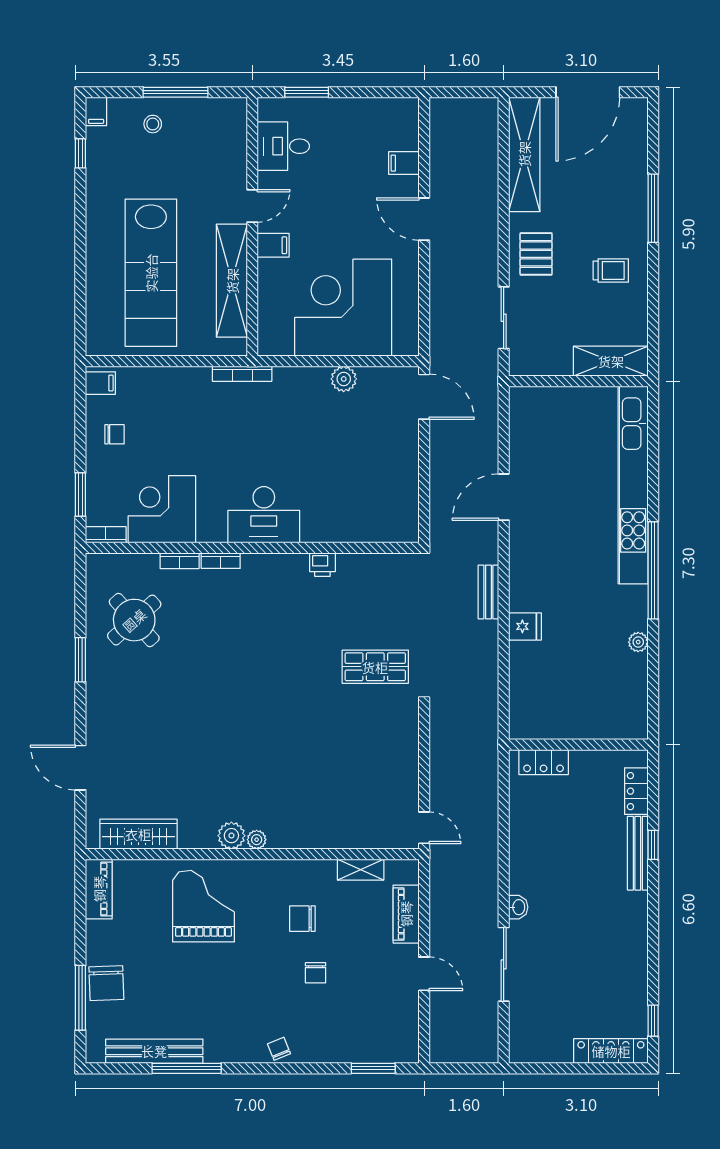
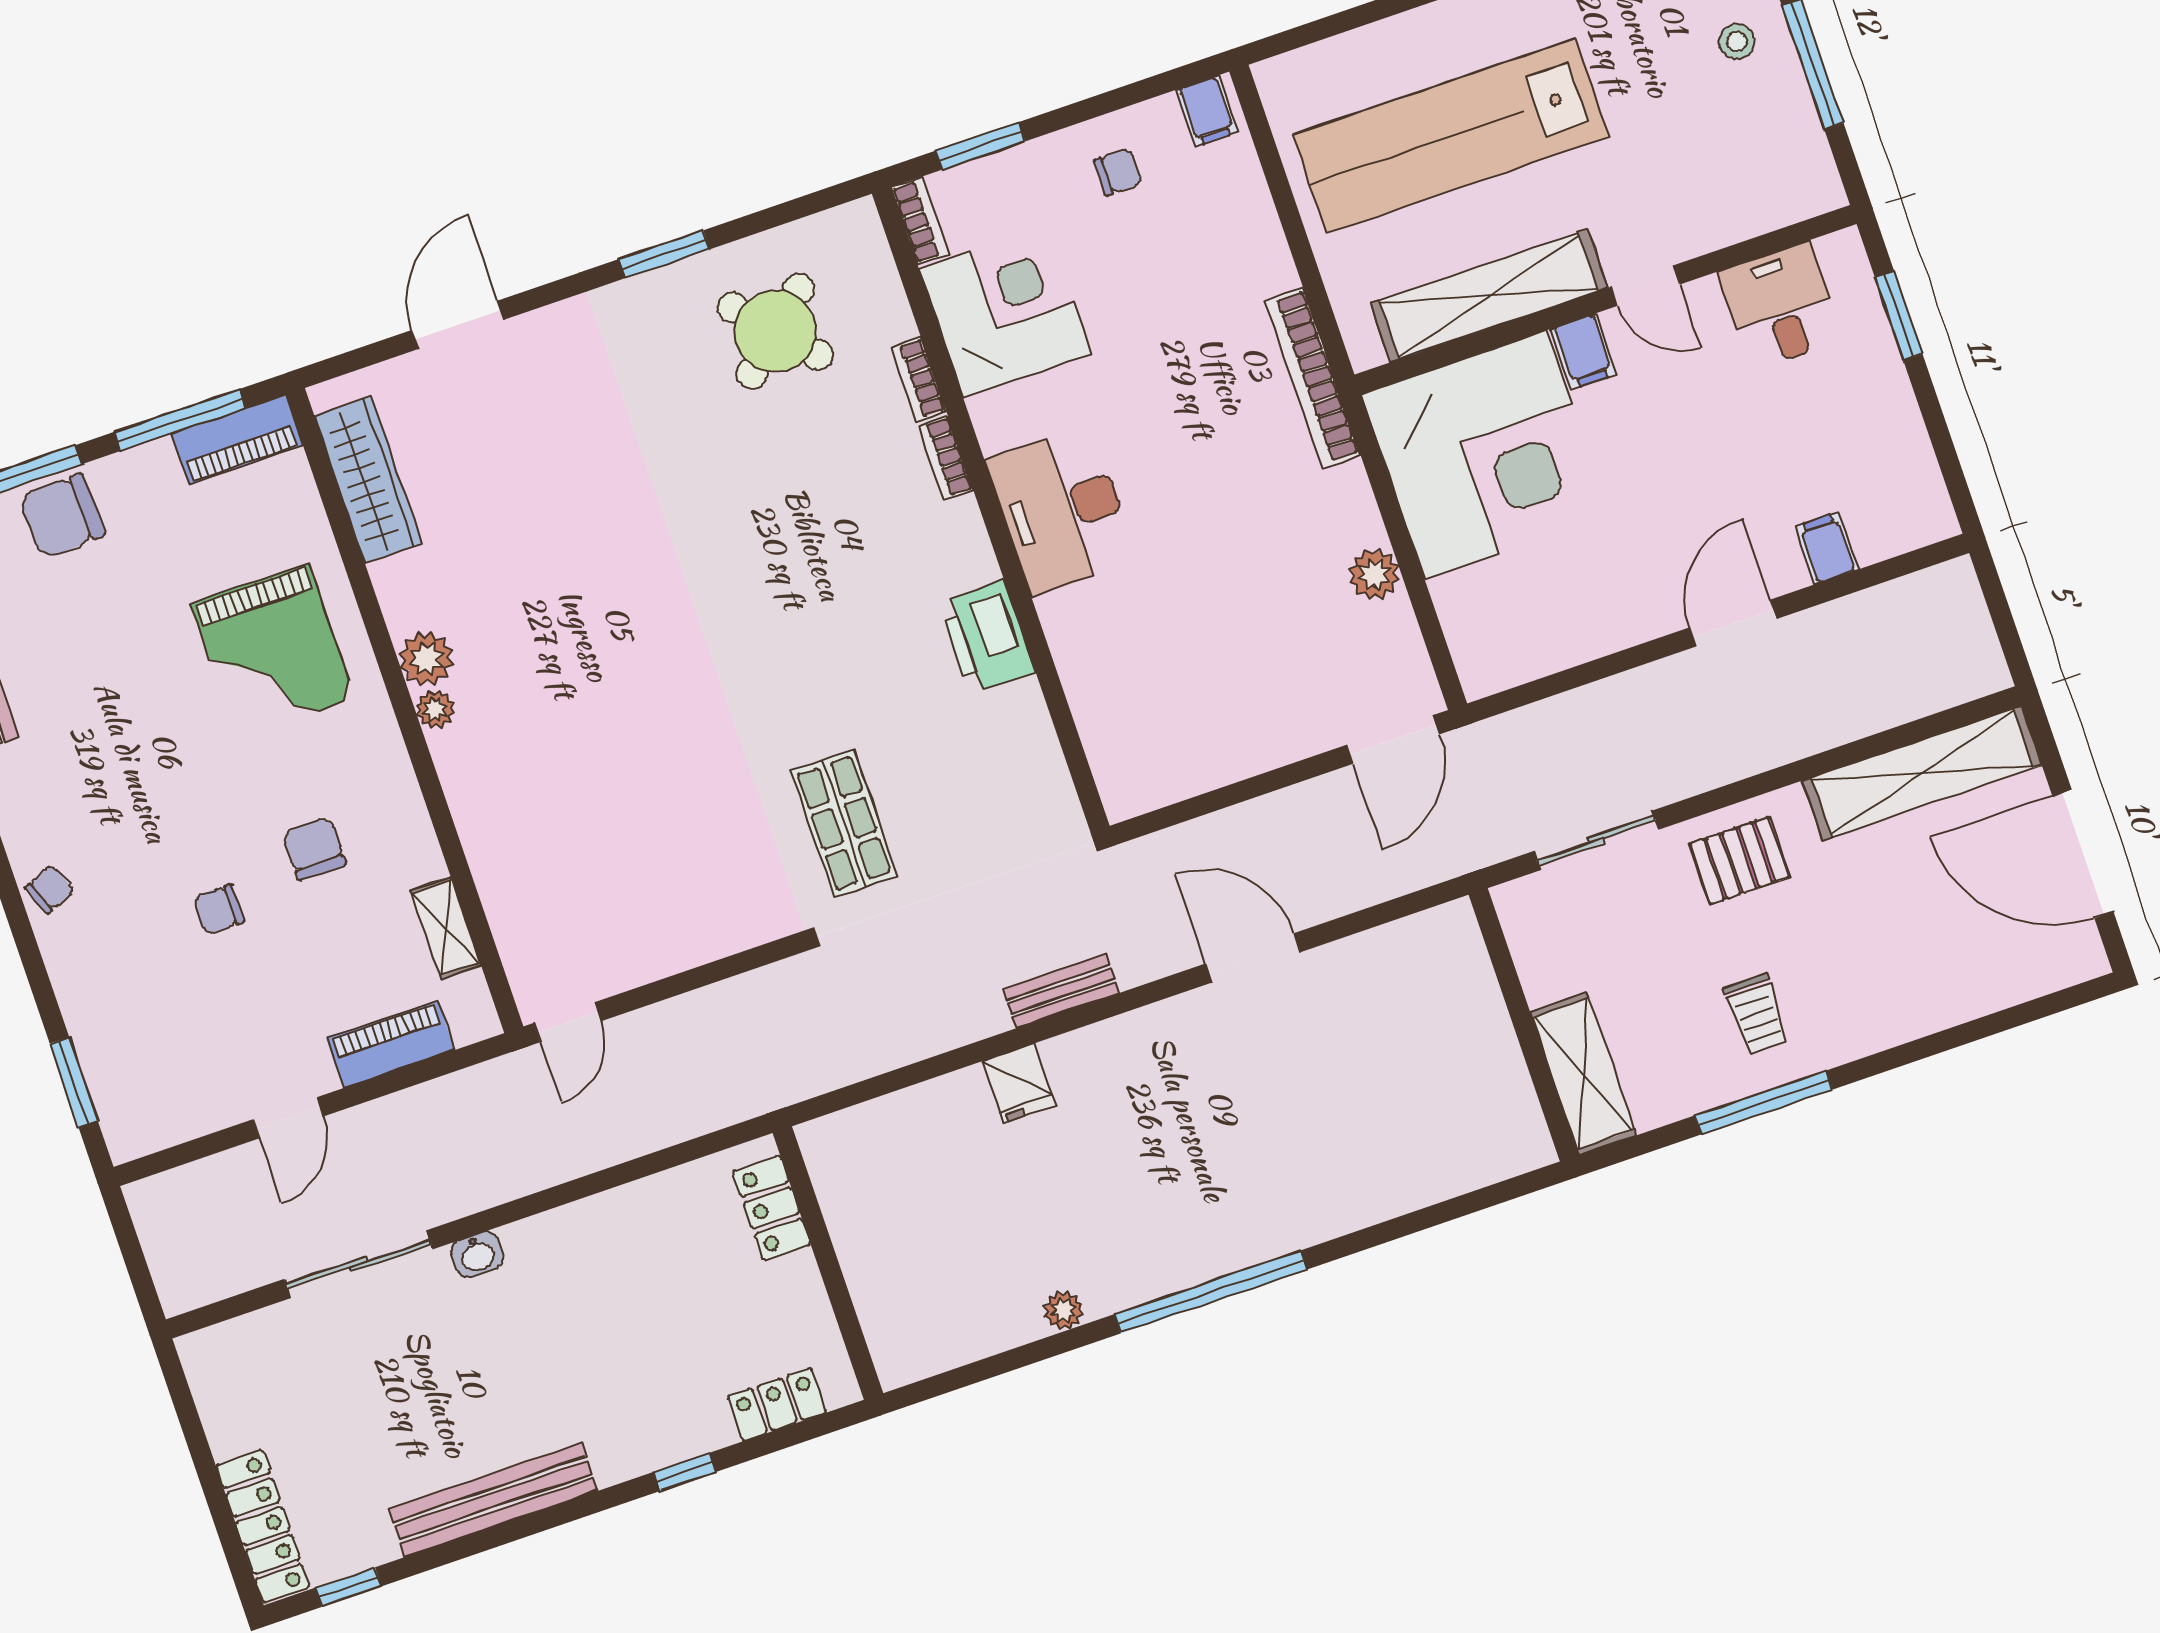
window: (653, 208) -> (1764, 1103), moved
corner desk: (343, 308) -> (1486, 455), moved, turned 90
bookcase: (242, 374) -> (1313, 378), width x1.48, depth x1.31
chair: (115, 434) -> (1118, 172), turned -90
kitchen unit: (633, 485) -> (1361, 1198), removed
printer: (322, 565) -> (987, 637), width x1.87, depth x1.48
bench: (638, 853) -> (493, 1500), moved, width x1.37, depth x1.21
grand piano: (204, 906) -> (273, 651), turned 90
window: (80, 913) -> (180, 420), added

